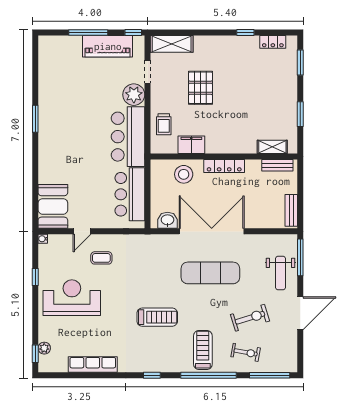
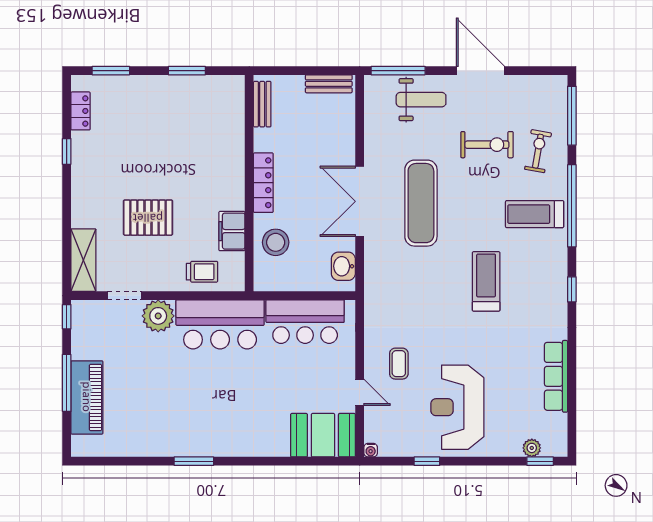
piano: (108, 46) -> (87, 397), moved
shelving: (272, 147) -> (235, 112), removed
double door: (212, 231) -> (360, 201), width x0.73
exercise bike: (250, 318) -> (487, 145), turned 107

